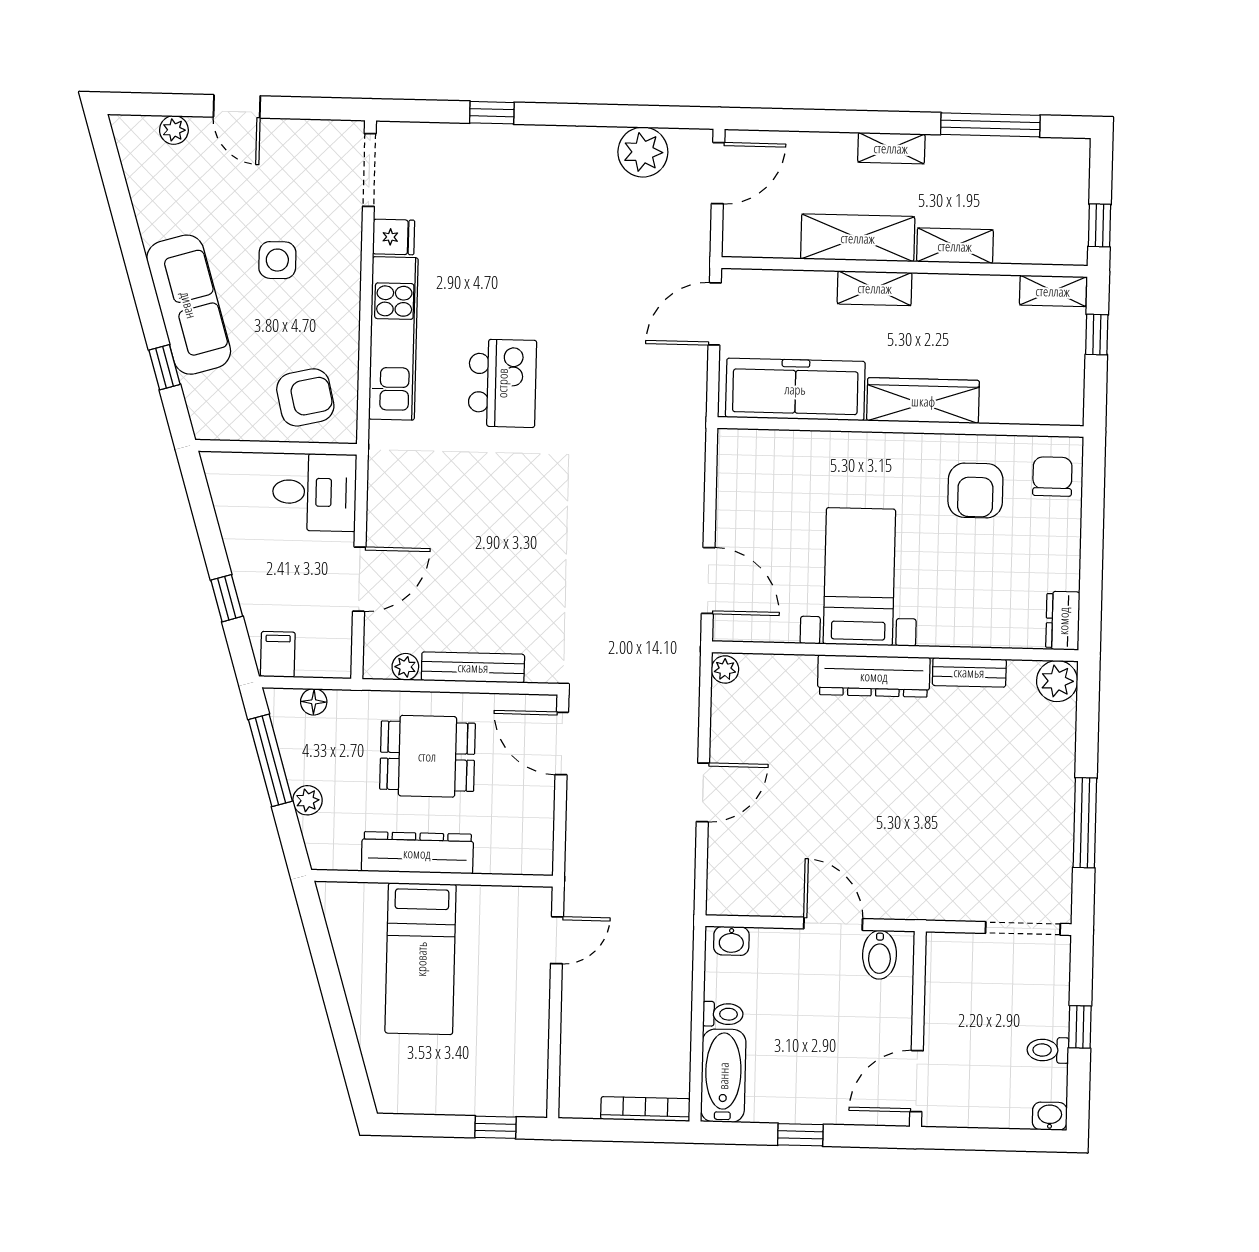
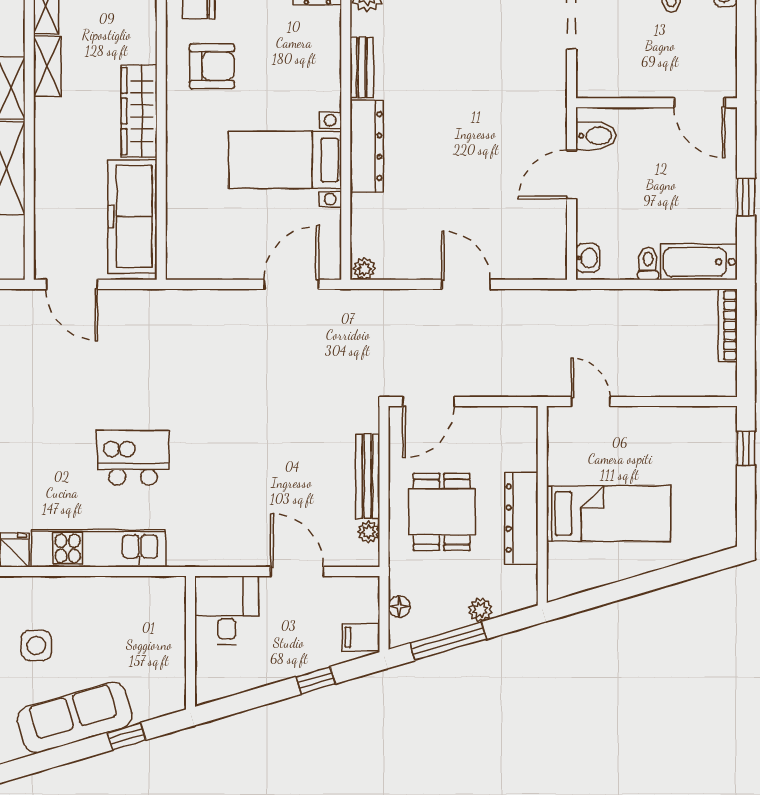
shelving: (875, 288) -> (47, 66), moved
armchair: (305, 397) -> (149, 620), removed

